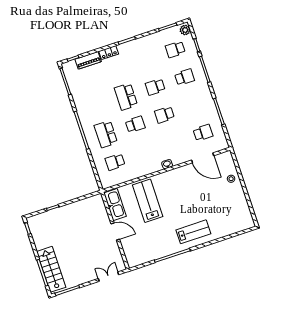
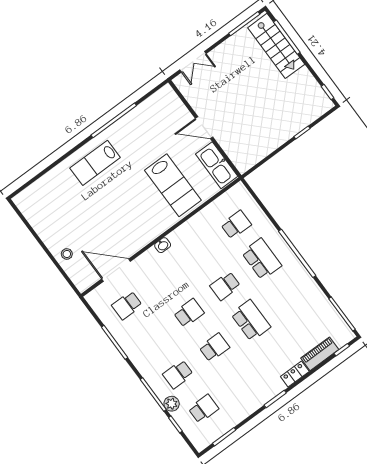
plant: (185, 30) -> (172, 404), moved

